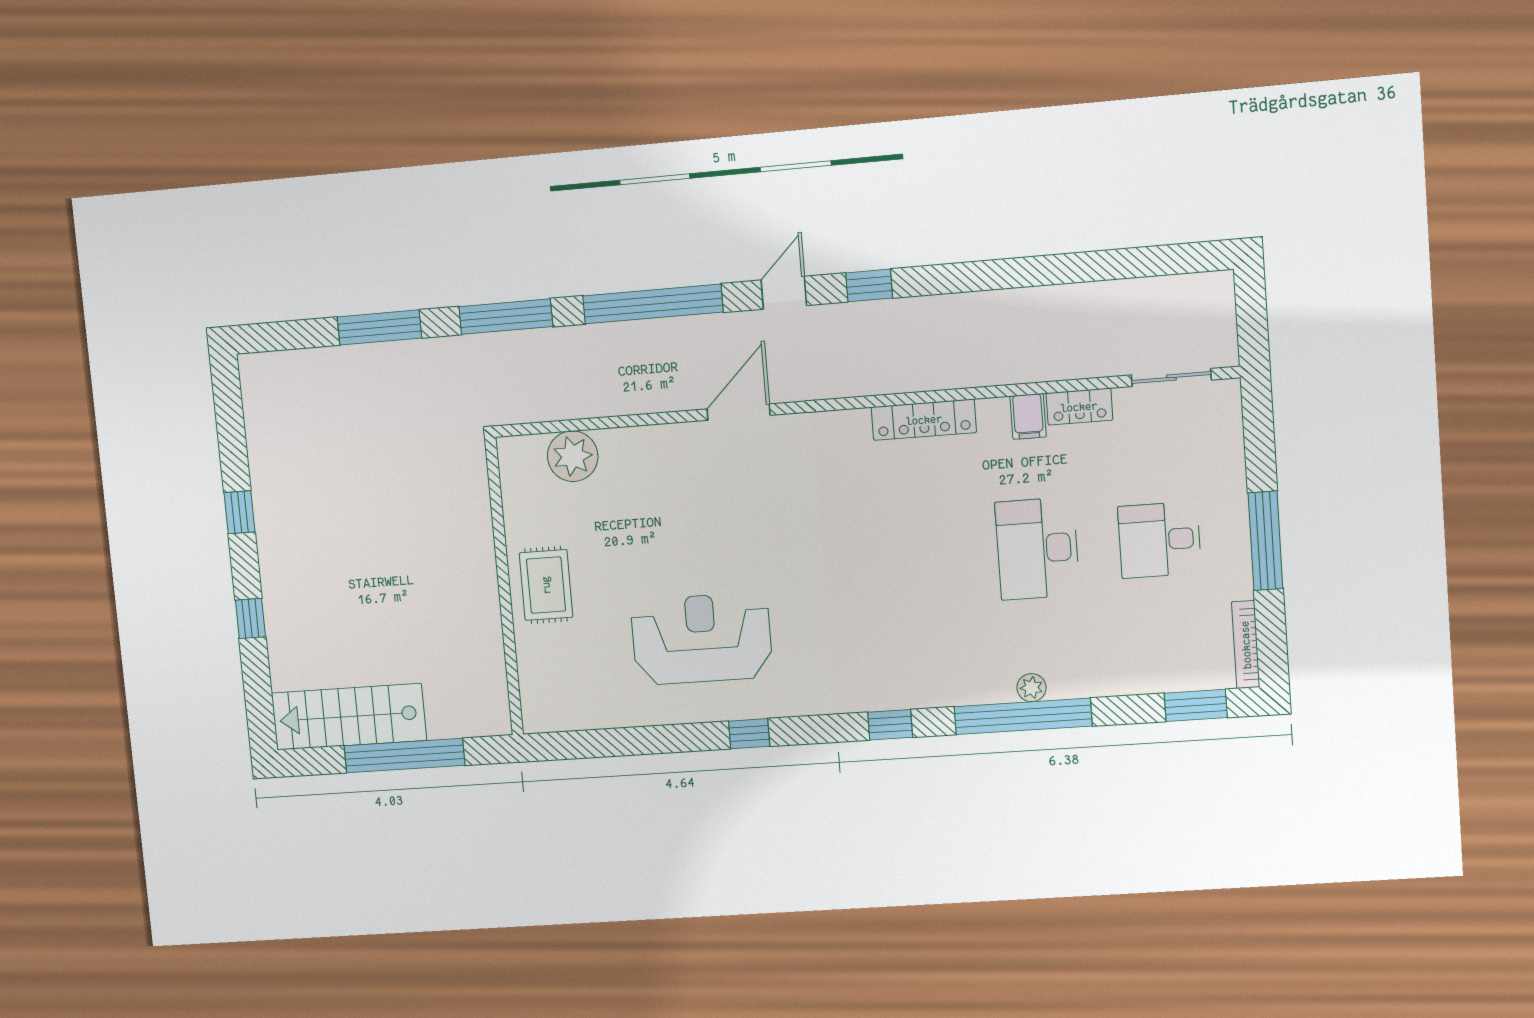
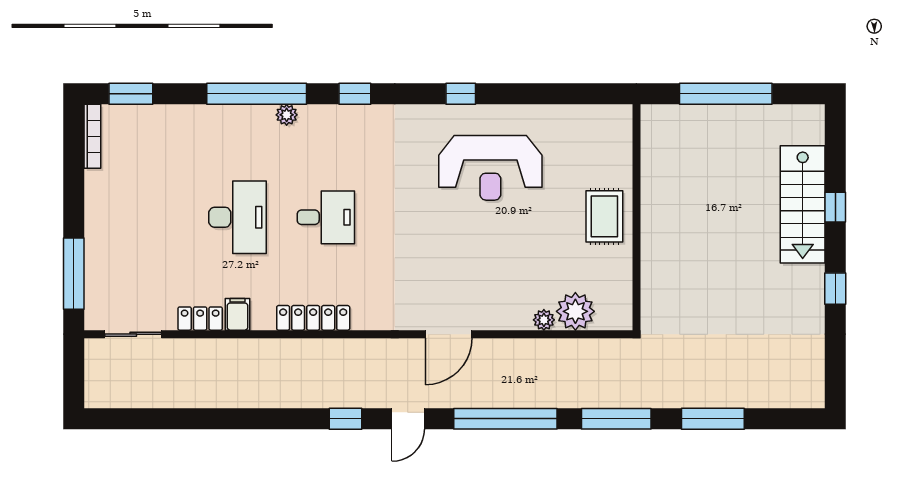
plant: (613, 441) -> (544, 320), added
desk: (1160, 540) -> (326, 217), moved
window: (1265, 541) -> (74, 274), moved
plant: (1031, 688) -> (287, 115), moved
stairs: (349, 717) -> (803, 204), moved, turned 90

